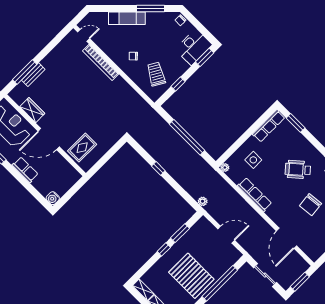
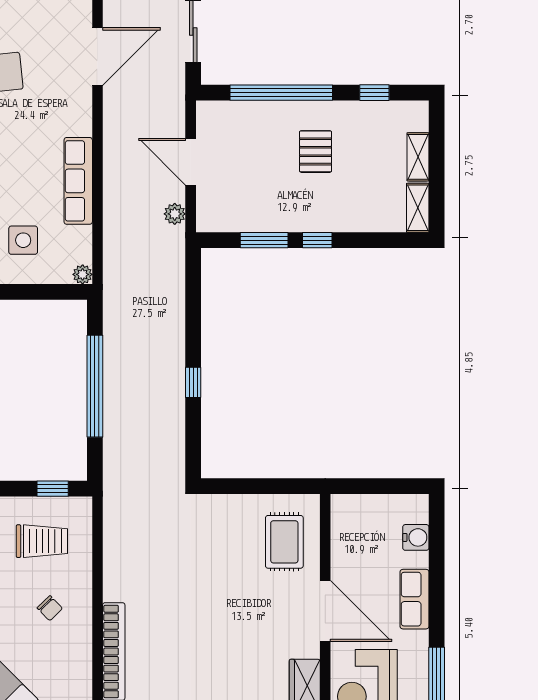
trolley: (156, 74) -> (42, 541), turned -120
window: (178, 84) -> (53, 489), moved
rug: (82, 148) -> (284, 542), turned 90
water cooler: (53, 198) -> (416, 537), moved
plant: (203, 201) -> (175, 214), moved
pallet: (191, 276) -> (316, 151), width x0.49, depth x0.50

